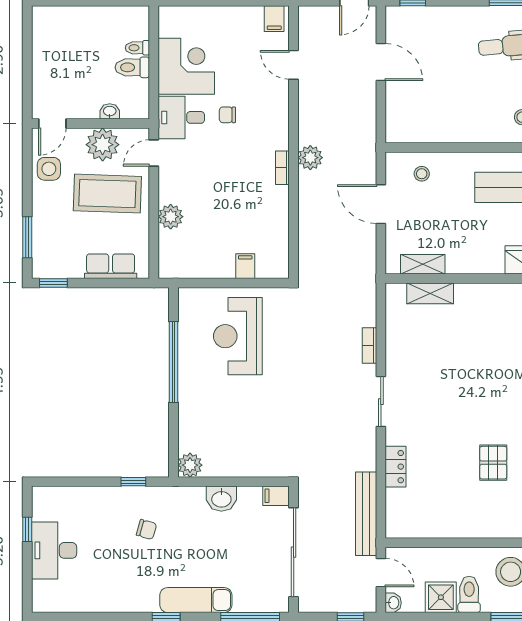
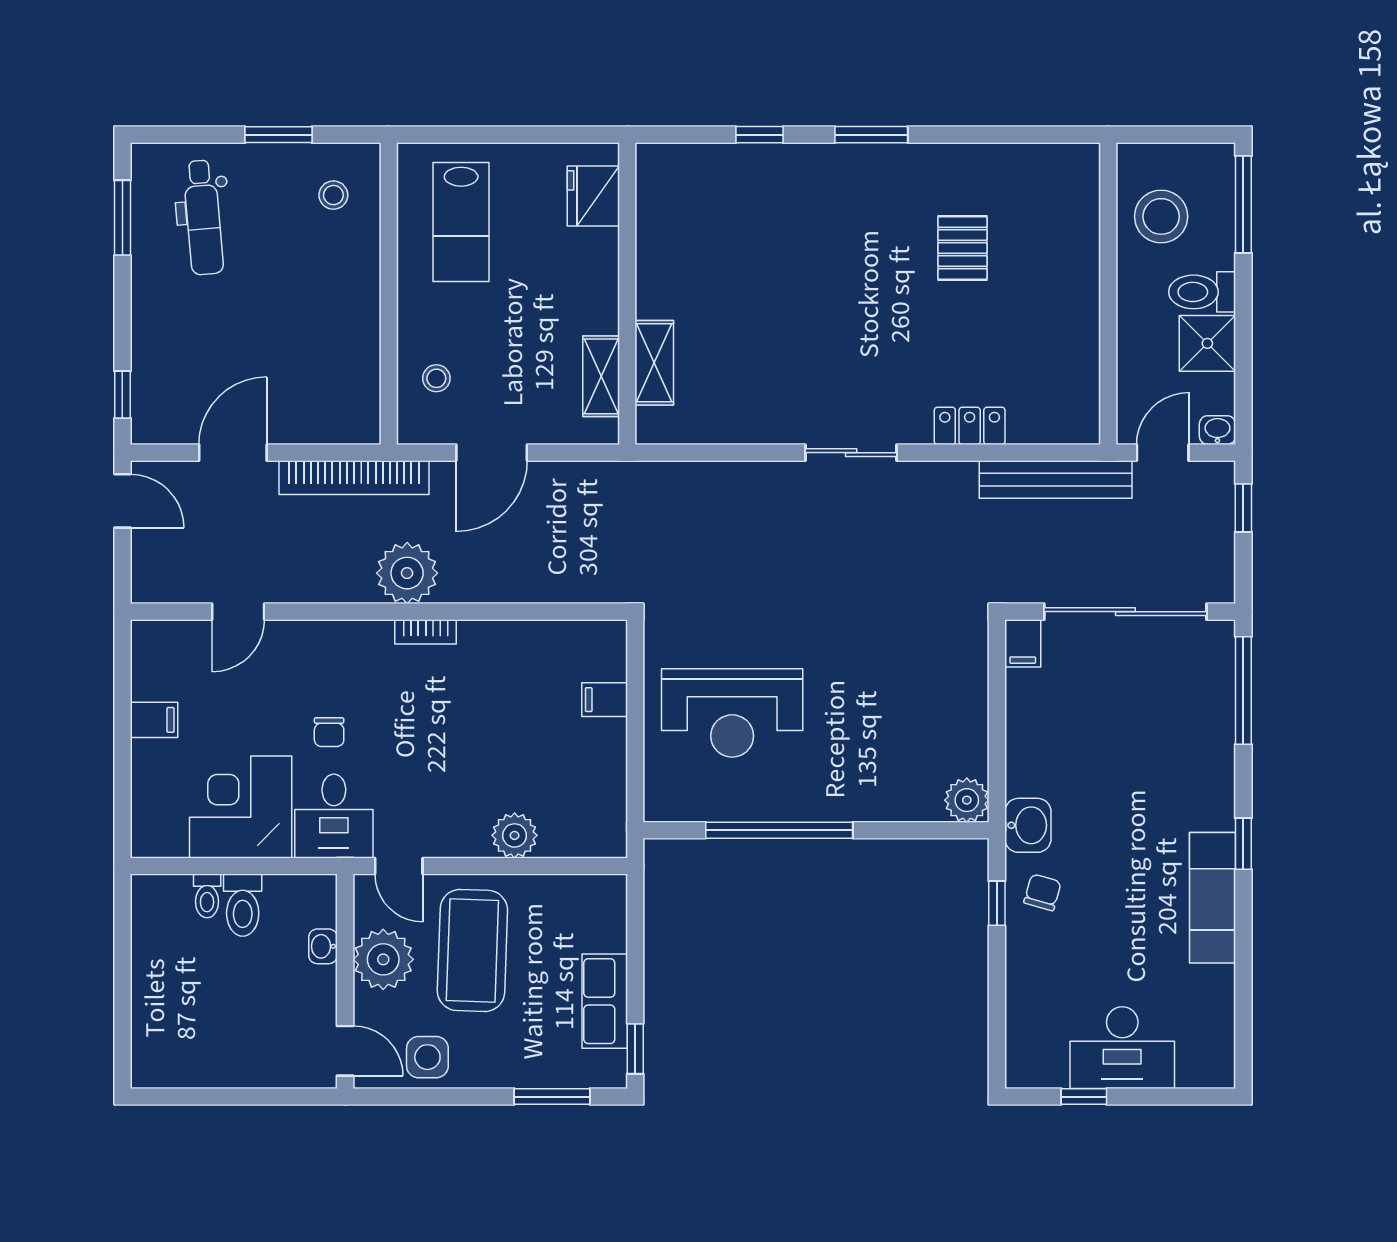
filing cabinet: (274, 19) -> (154, 720), moved
plant: (310, 158) -> (407, 573), width x1.36, depth x1.36
row of seats: (111, 266) -> (605, 1001), moved
bookcase: (369, 346) -> (354, 478), moved, width x2.31, depth x1.31
pallet: (493, 463) -> (962, 248), turned 90
washbasin: (221, 499) -> (1028, 825), moved
chair: (146, 529) -> (1042, 892), moved
exam couch: (196, 600) -> (1213, 898), moved

